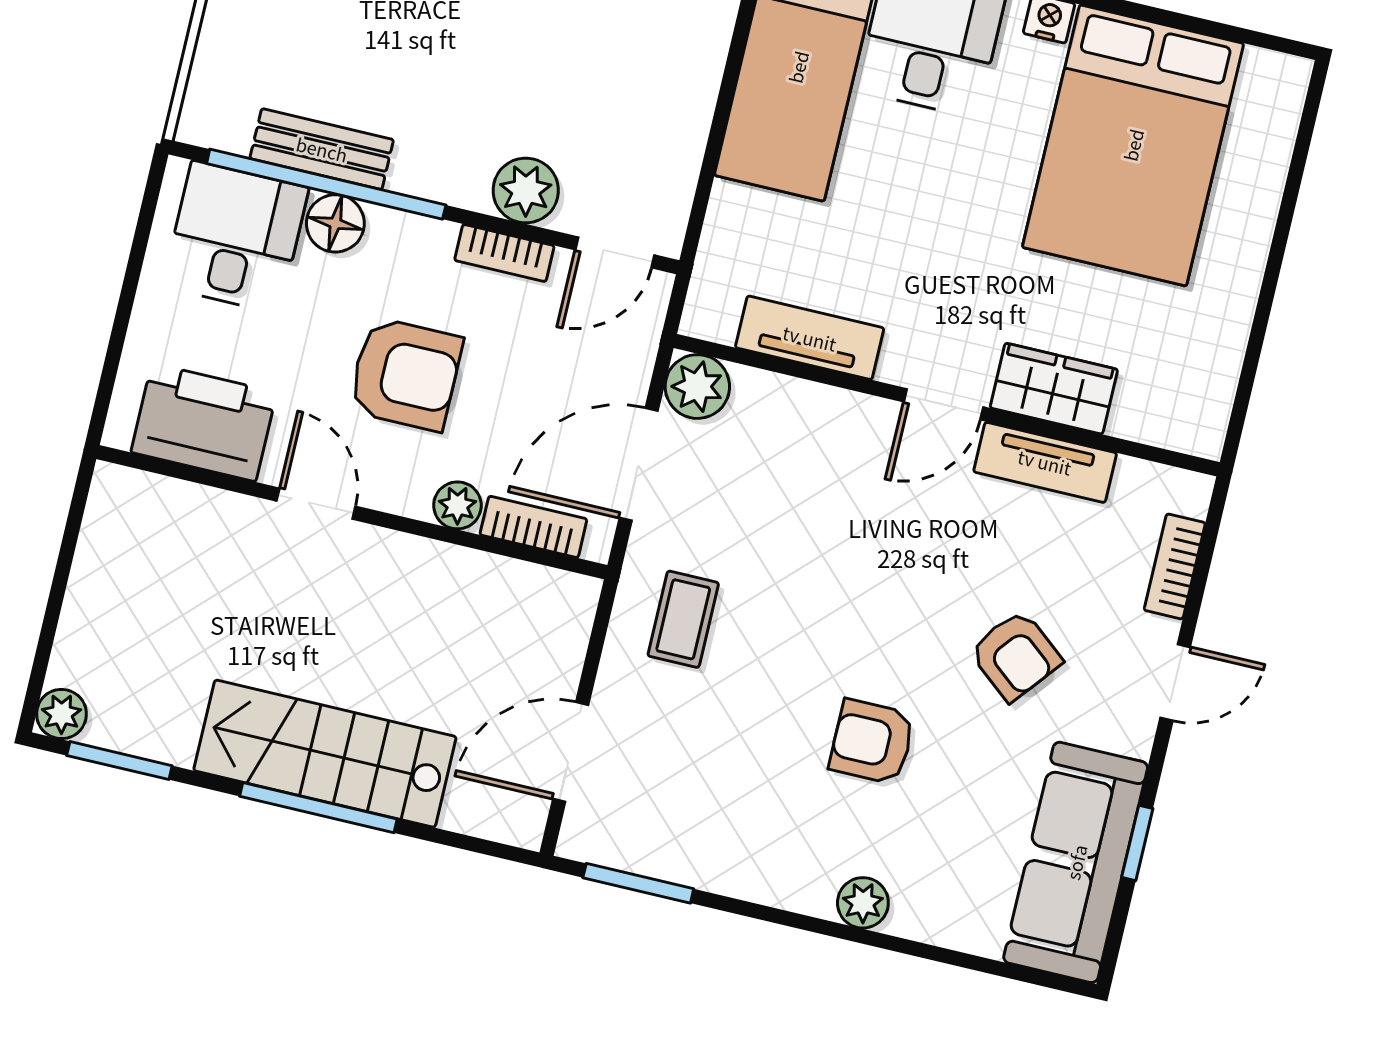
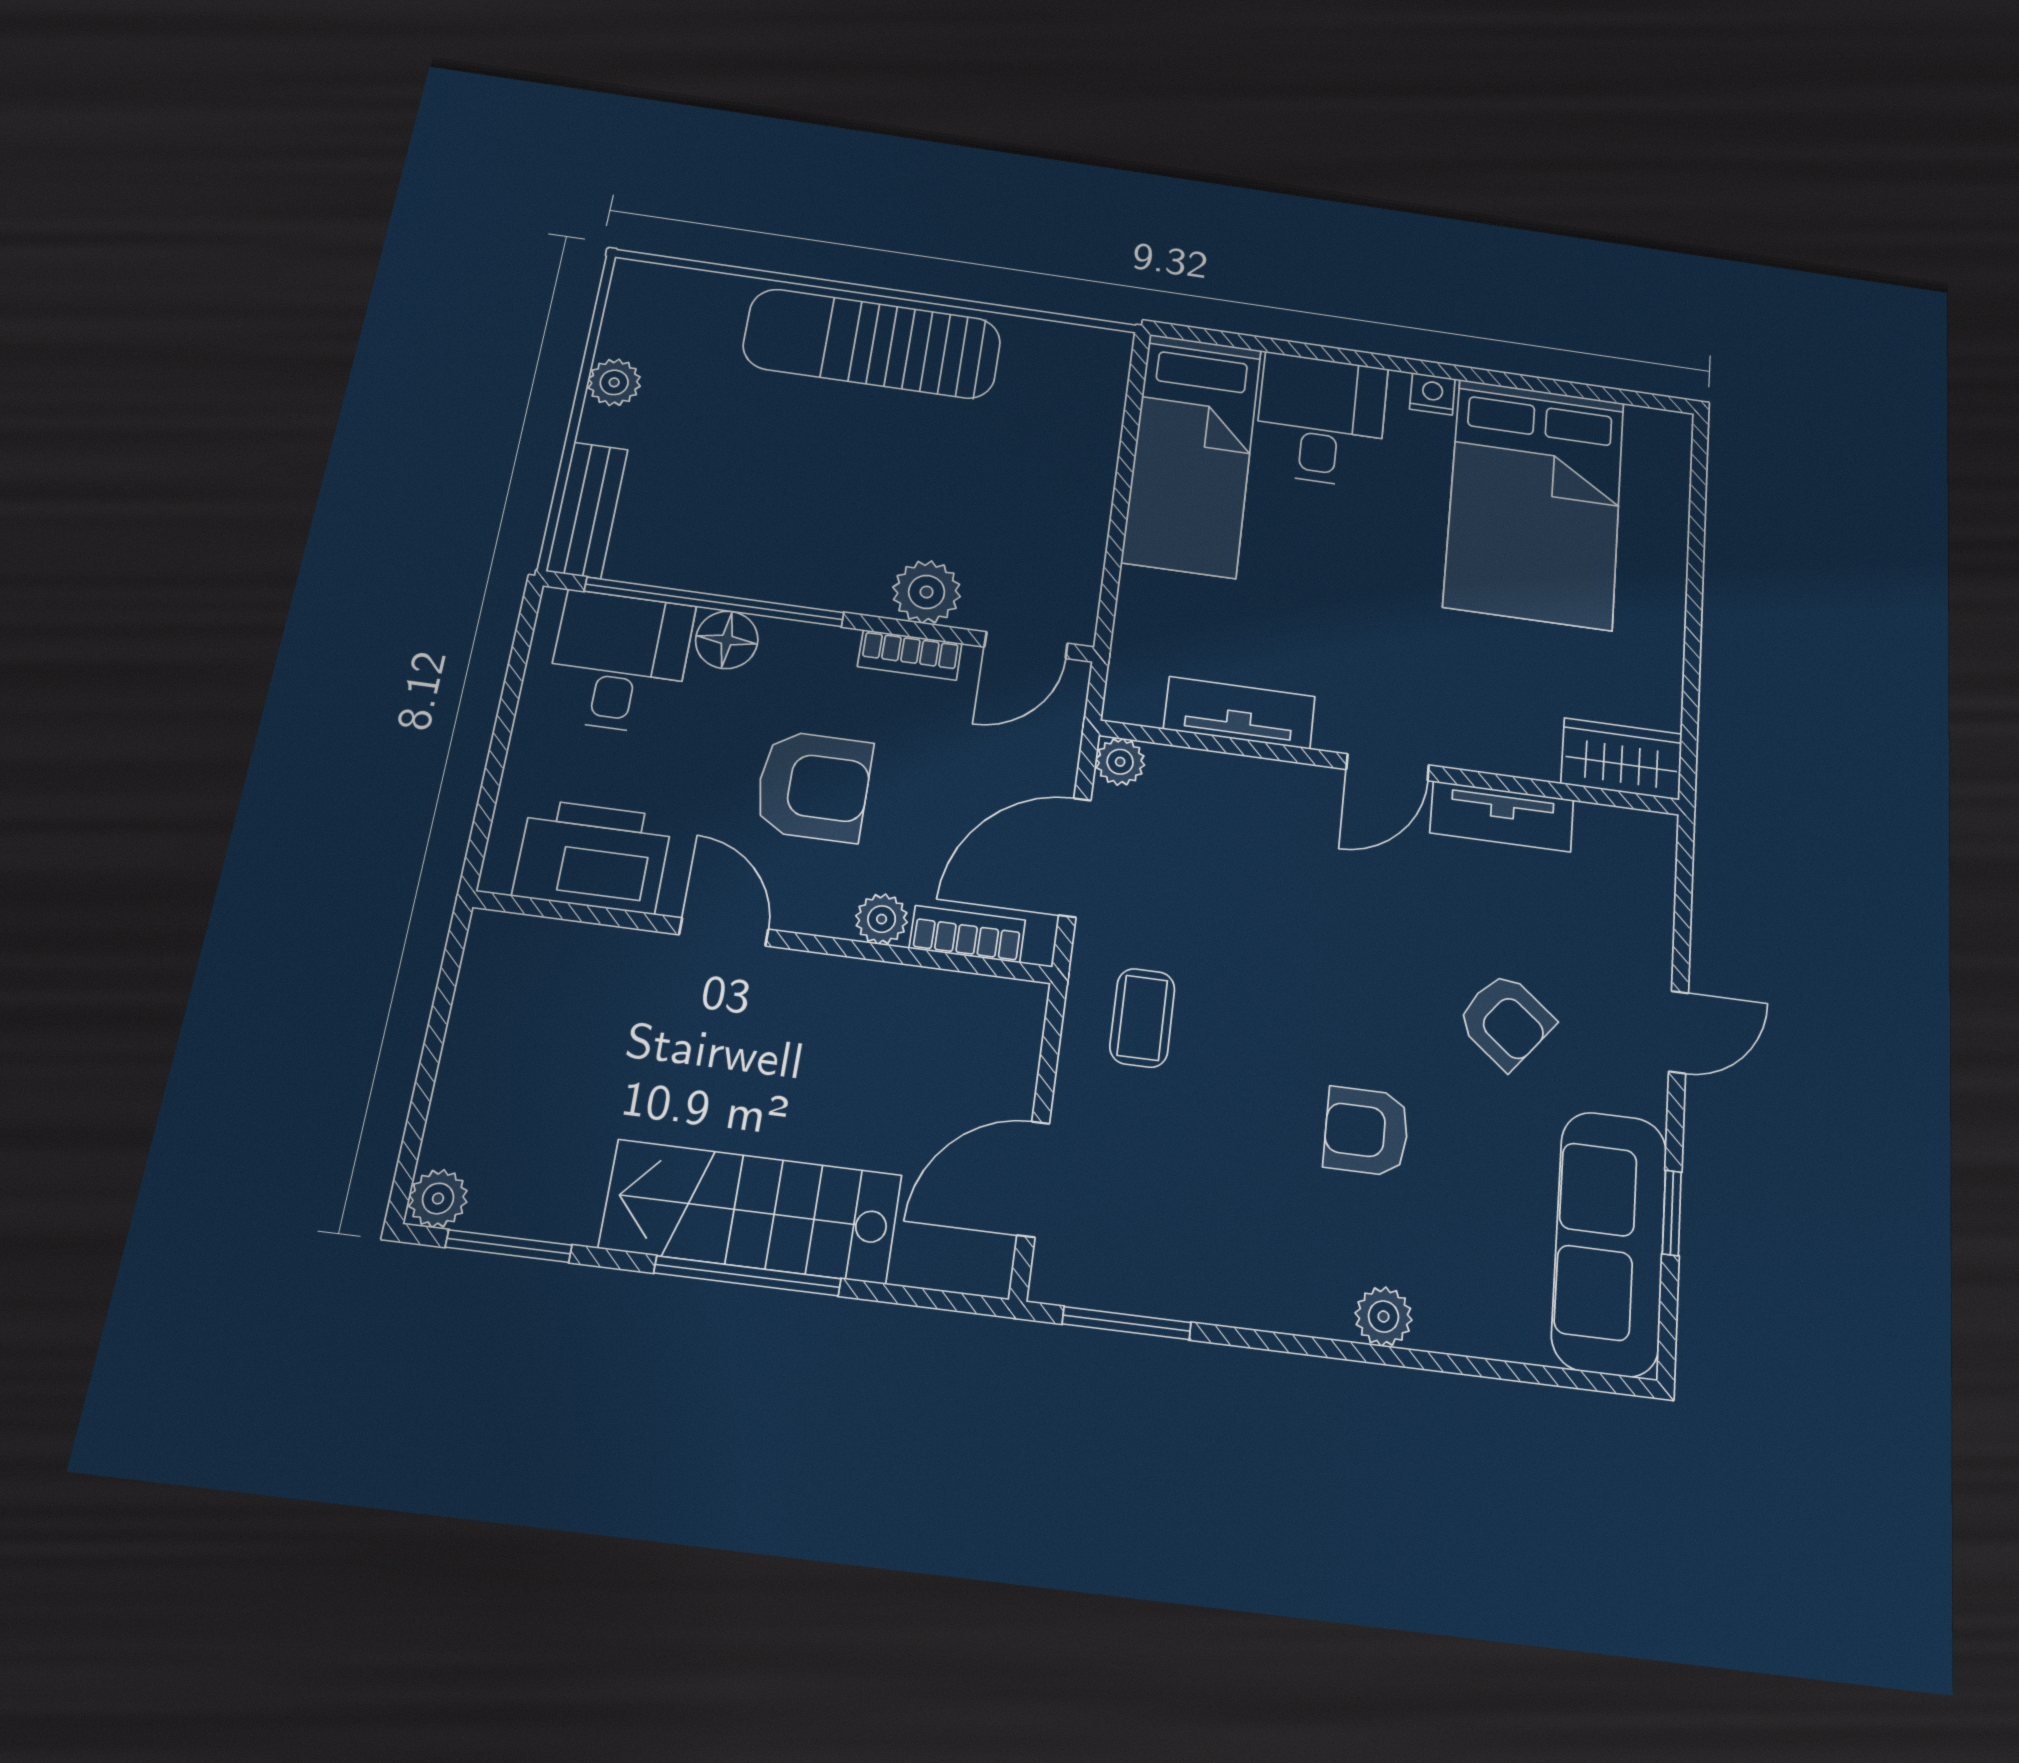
bench: (322, 149) -> (587, 510), moved, turned 90
plant: (697, 387) -> (1120, 762), width x0.73, depth x0.73
wardrobe: (1054, 389) -> (1622, 759), moved
bookcase: (1175, 566) -> (1654, 910), removed

